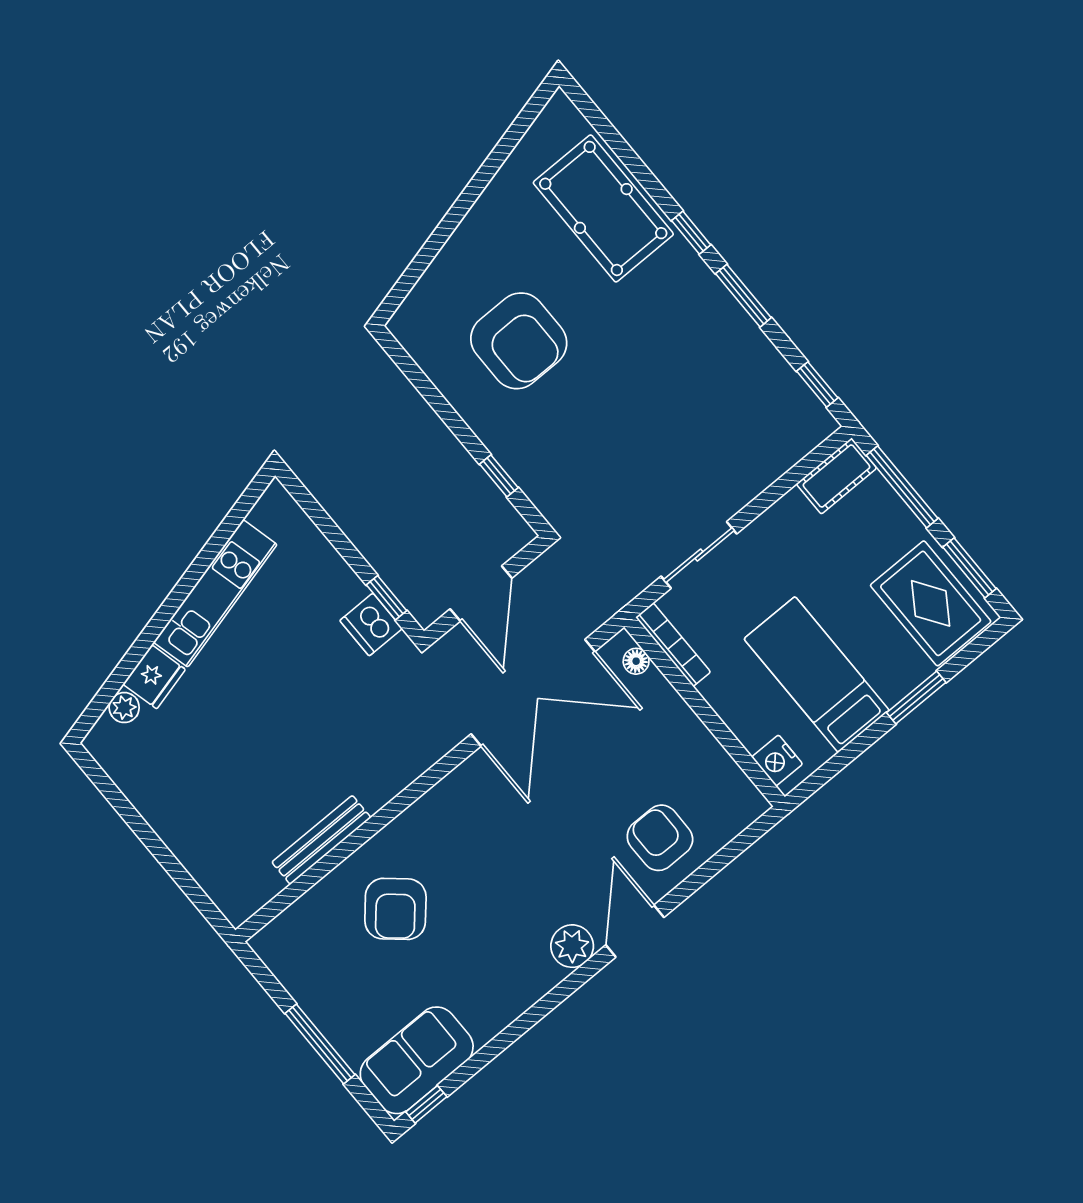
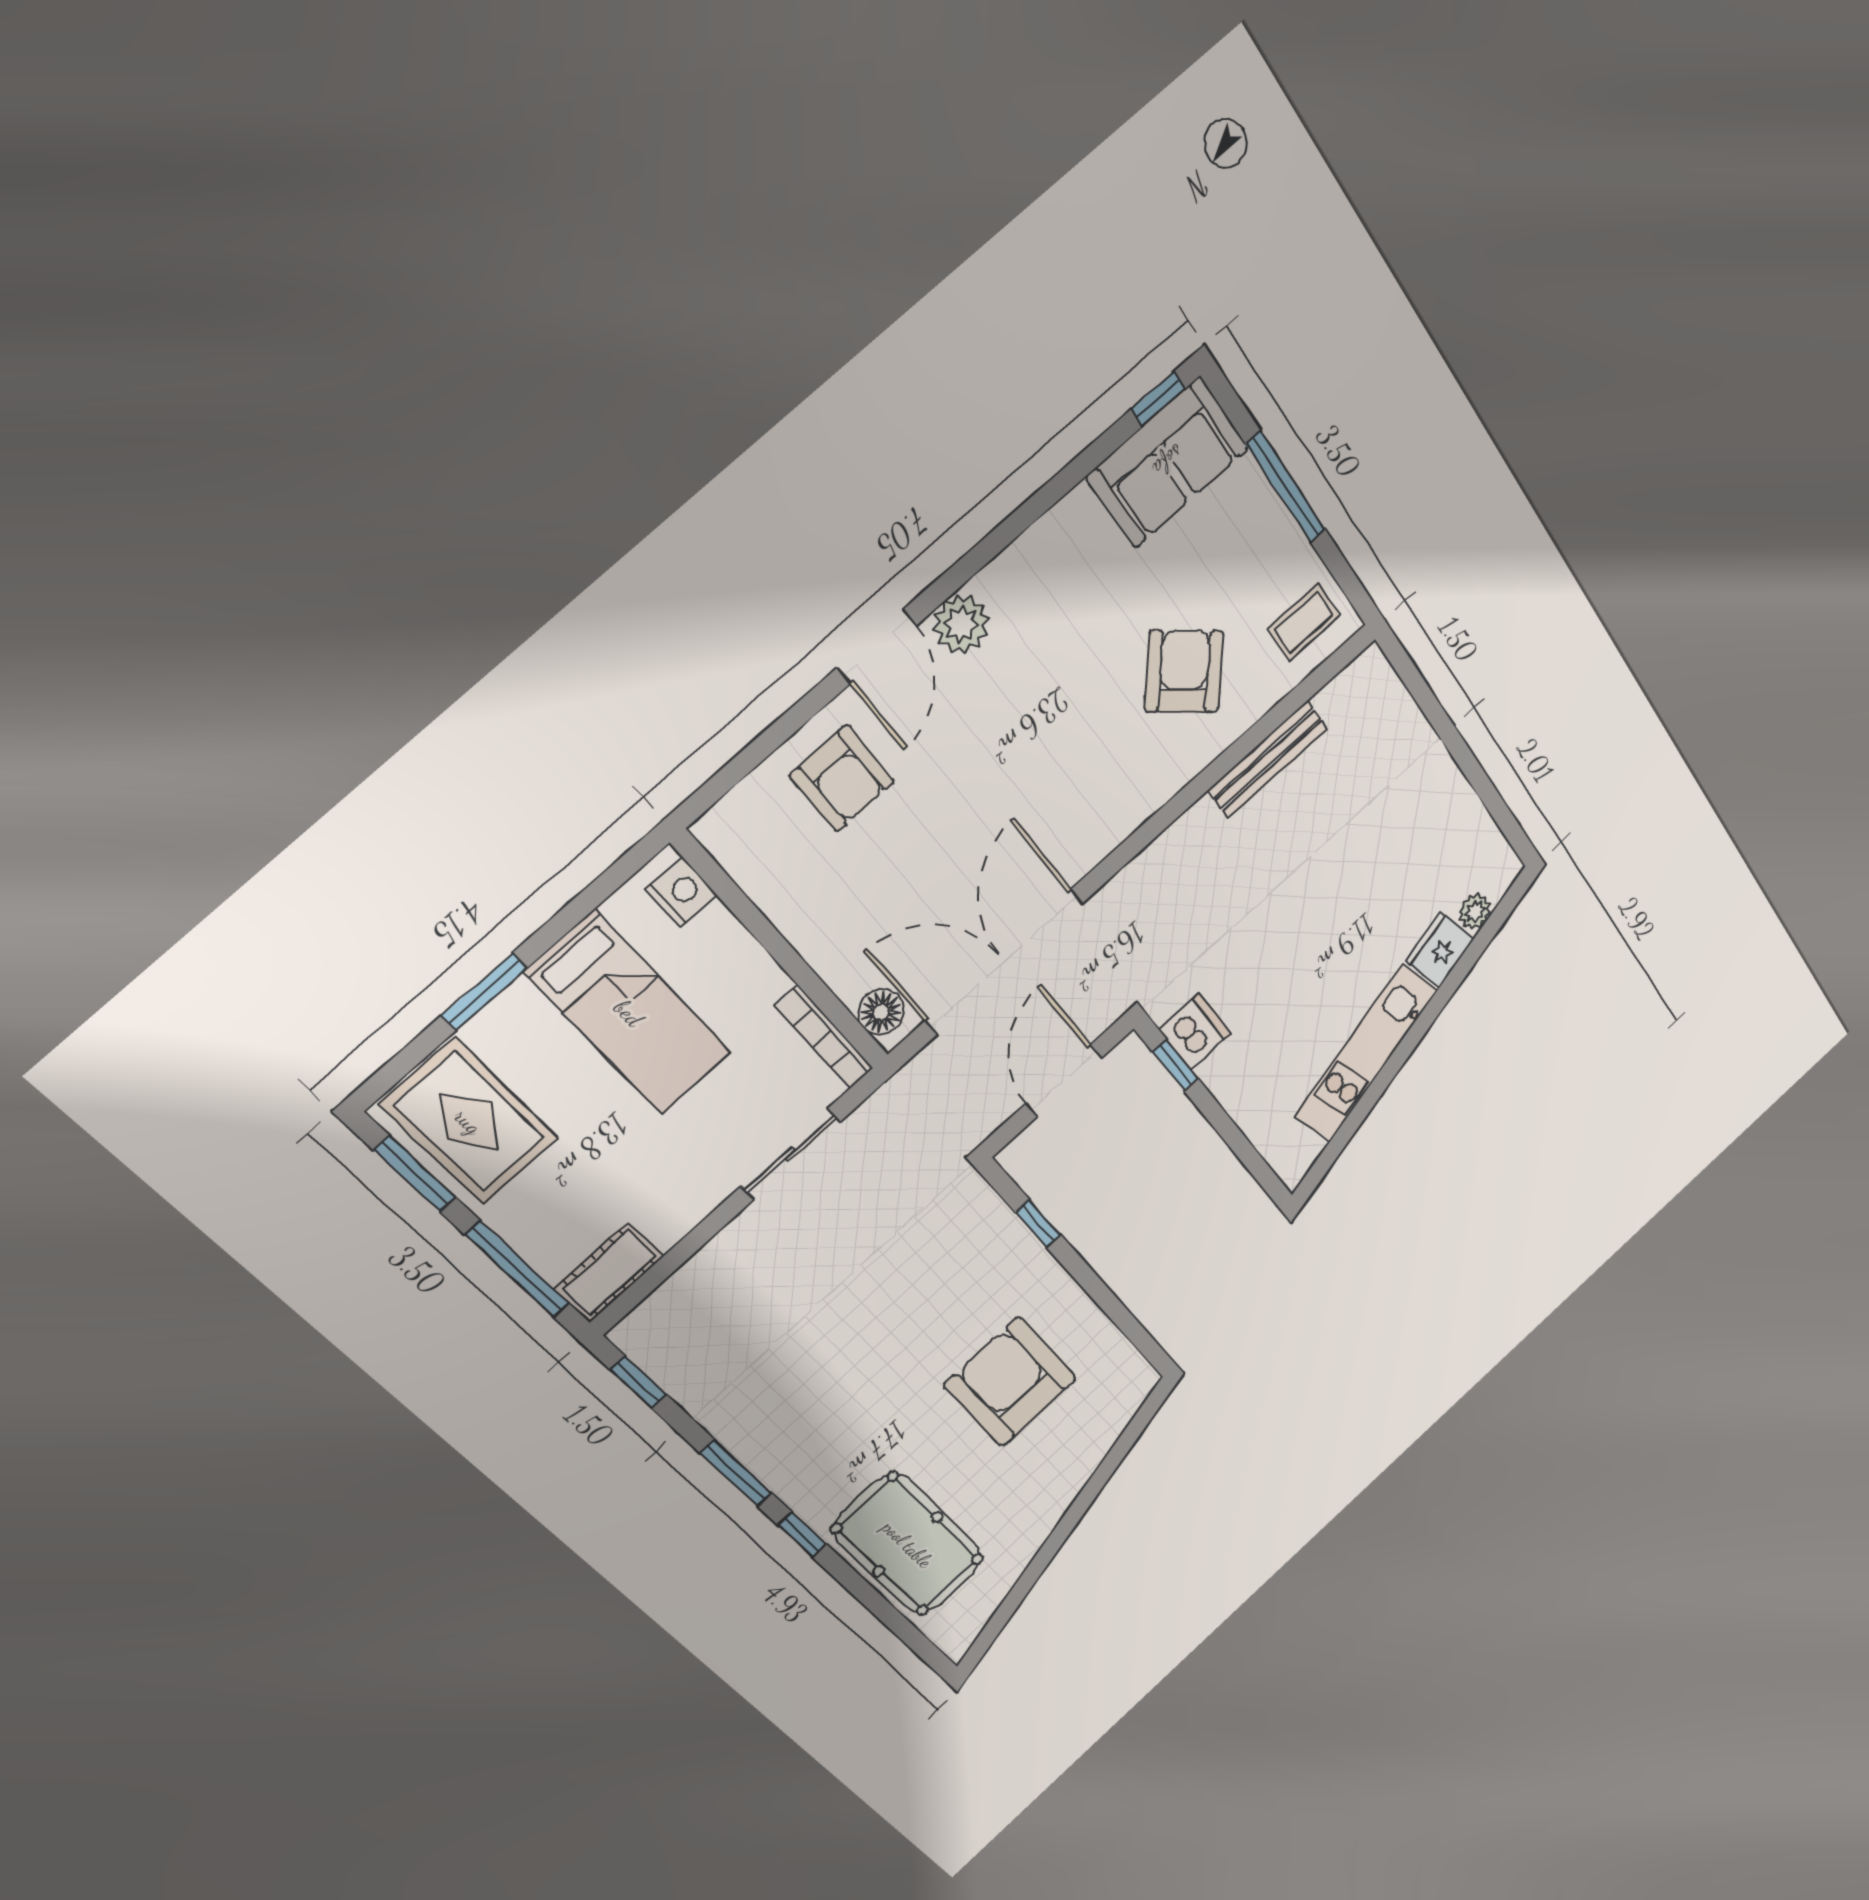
floor lamp: (636, 661) -> (881, 1012), width x1.37, depth x1.37
coffee table: (298, 944) -> (1304, 622), added

